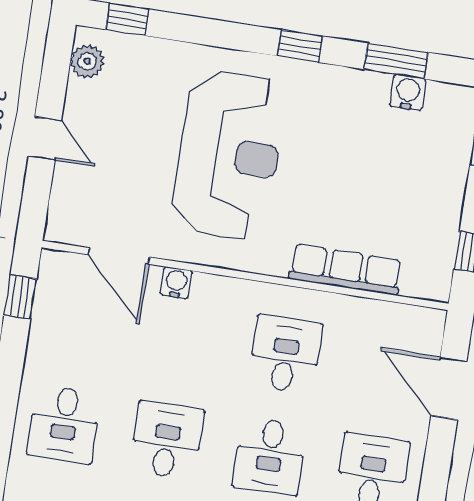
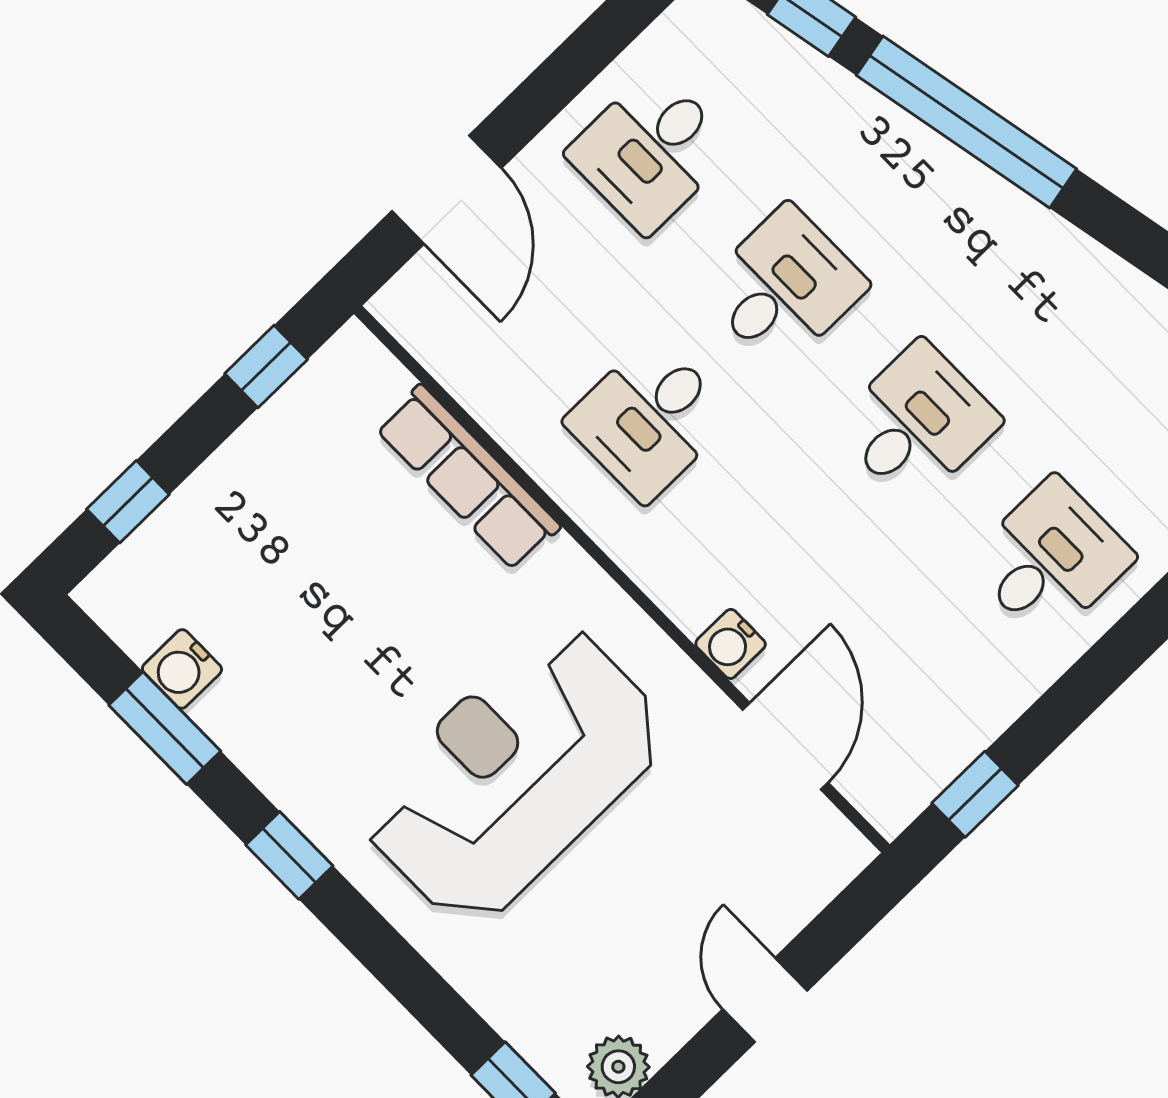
desk: (167, 440) -> (917, 423), turned 180

